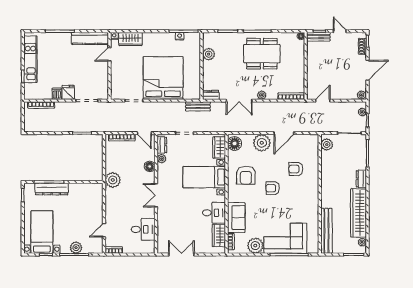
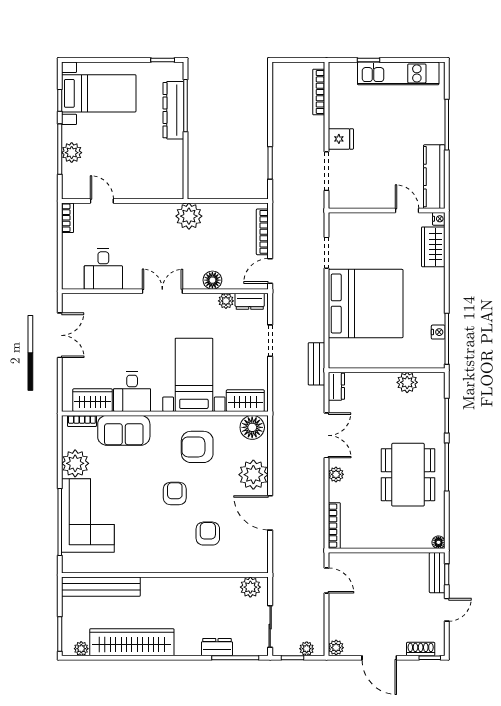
dishwasher: (57, 94) -> (339, 119), removed
double door: (239, 101) -> (327, 435), swing flipped
dresser: (361, 179) -> (217, 647), moved

